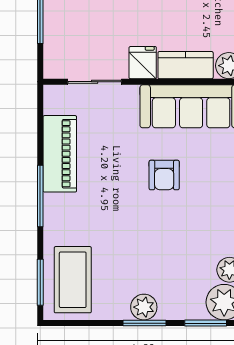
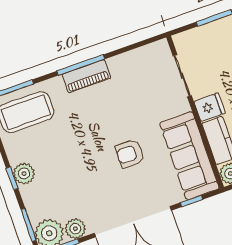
piano: (60, 154) -> (86, 76), moved, width x0.73, depth x0.75
window: (145, 323) -> (12, 178), width x0.67

